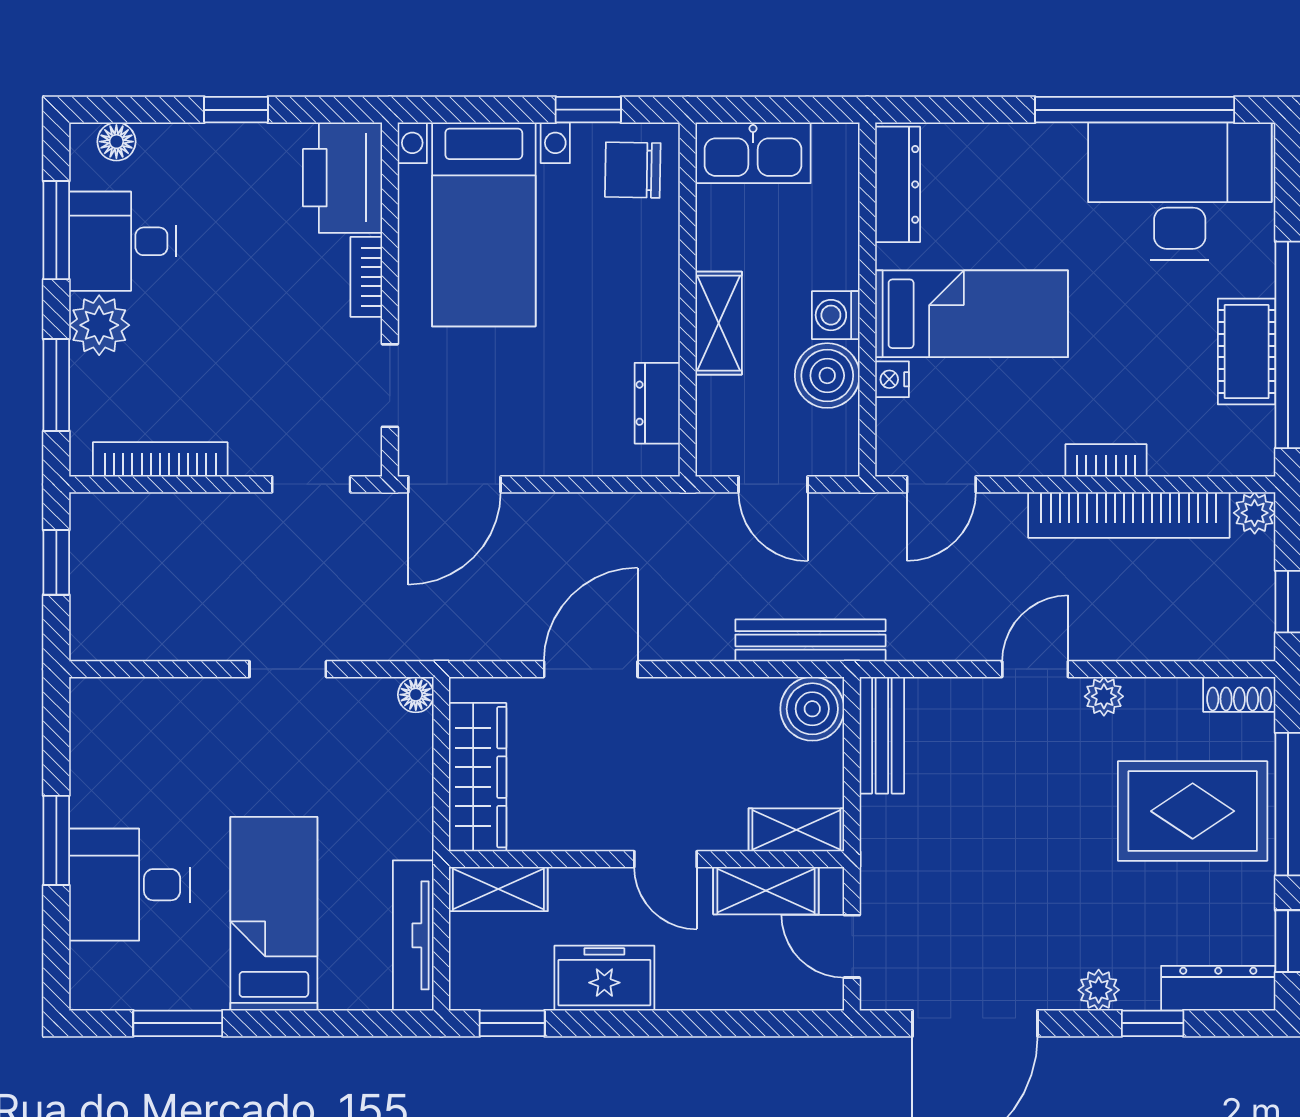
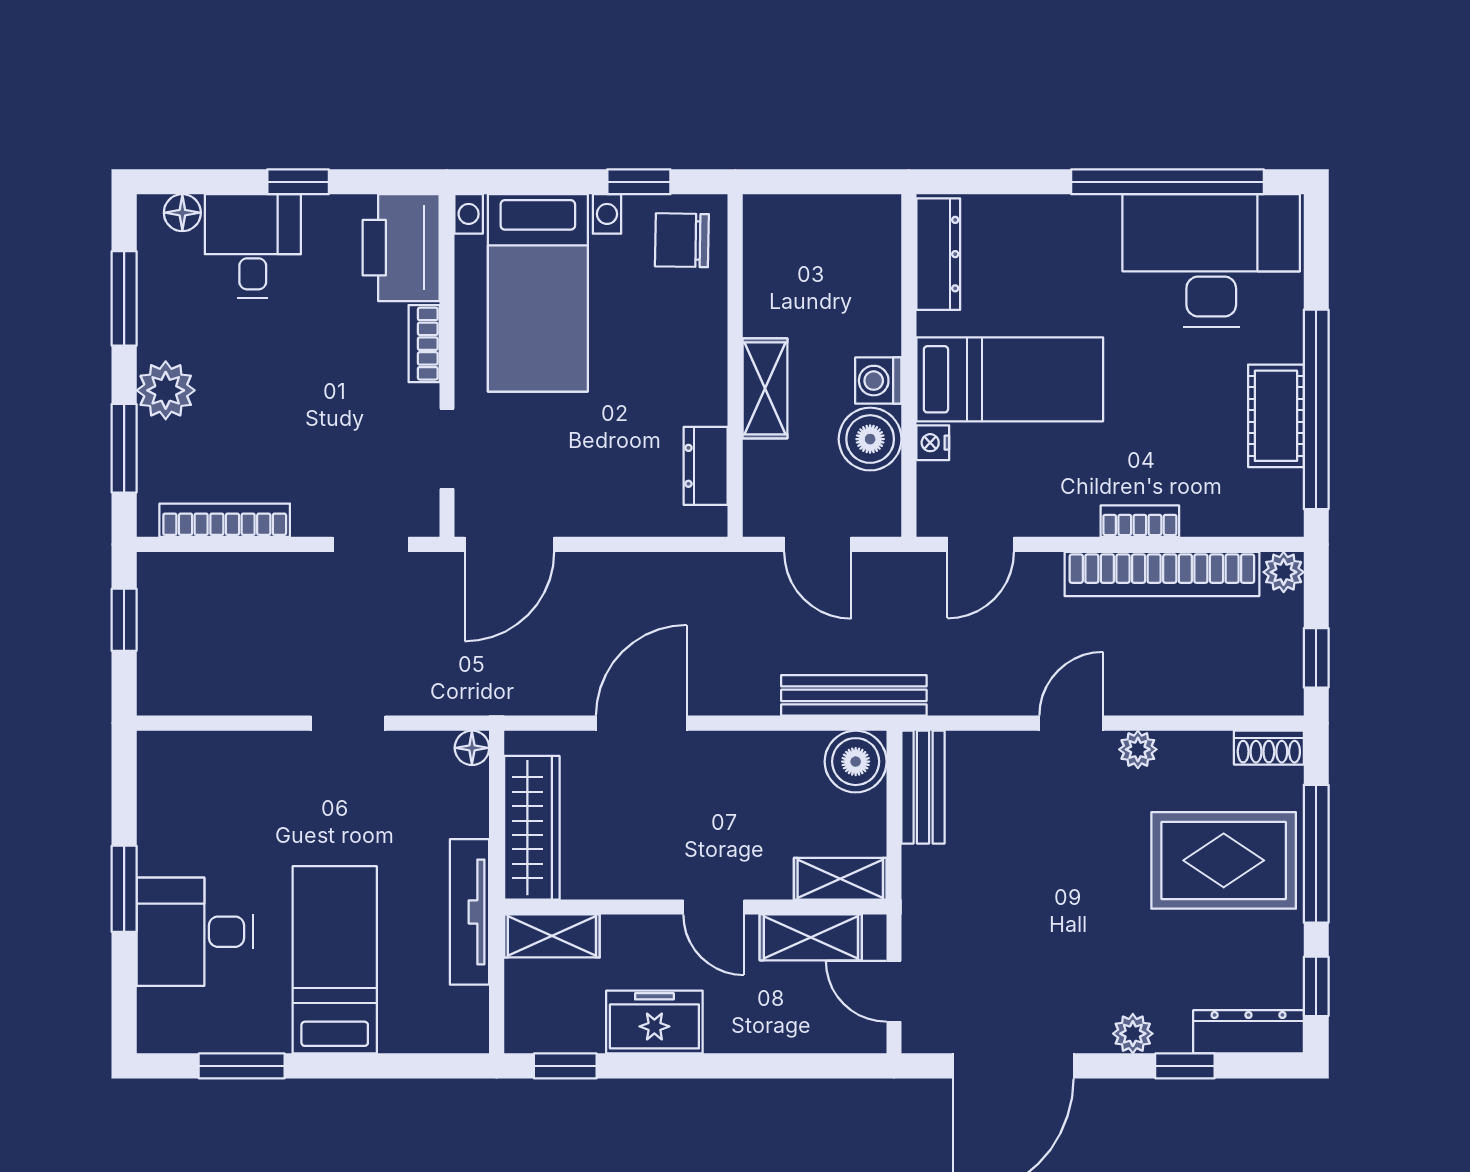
kitchen sink: (753, 153) -> (798, 224), removed
desk: (123, 241) -> (253, 246), moved, turned 90
tv unit: (413, 935) -> (469, 912), moved

